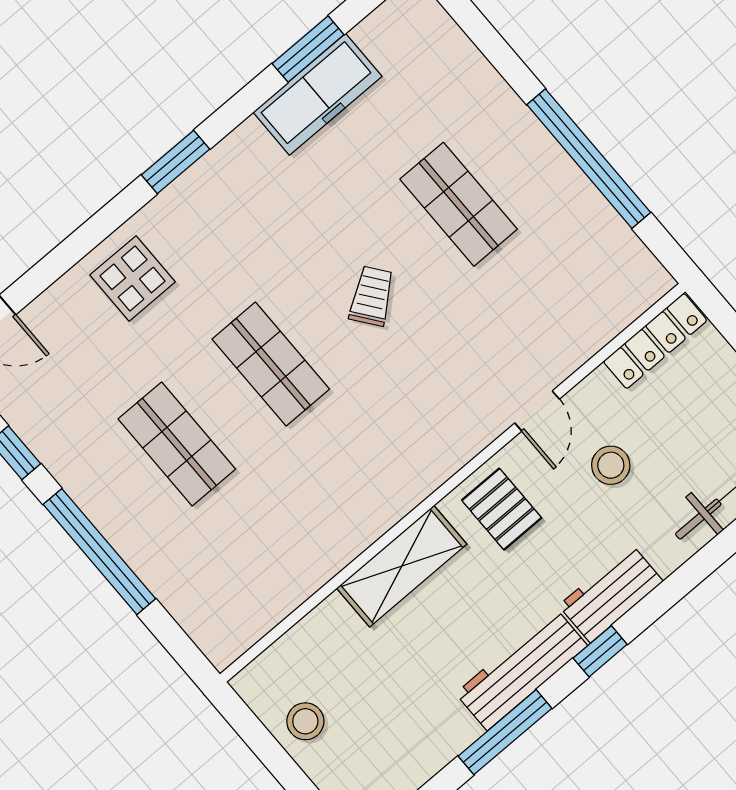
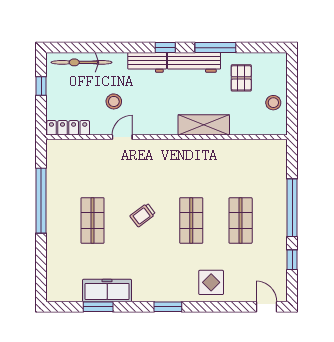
pallet: (502, 509) -> (241, 78), moved

